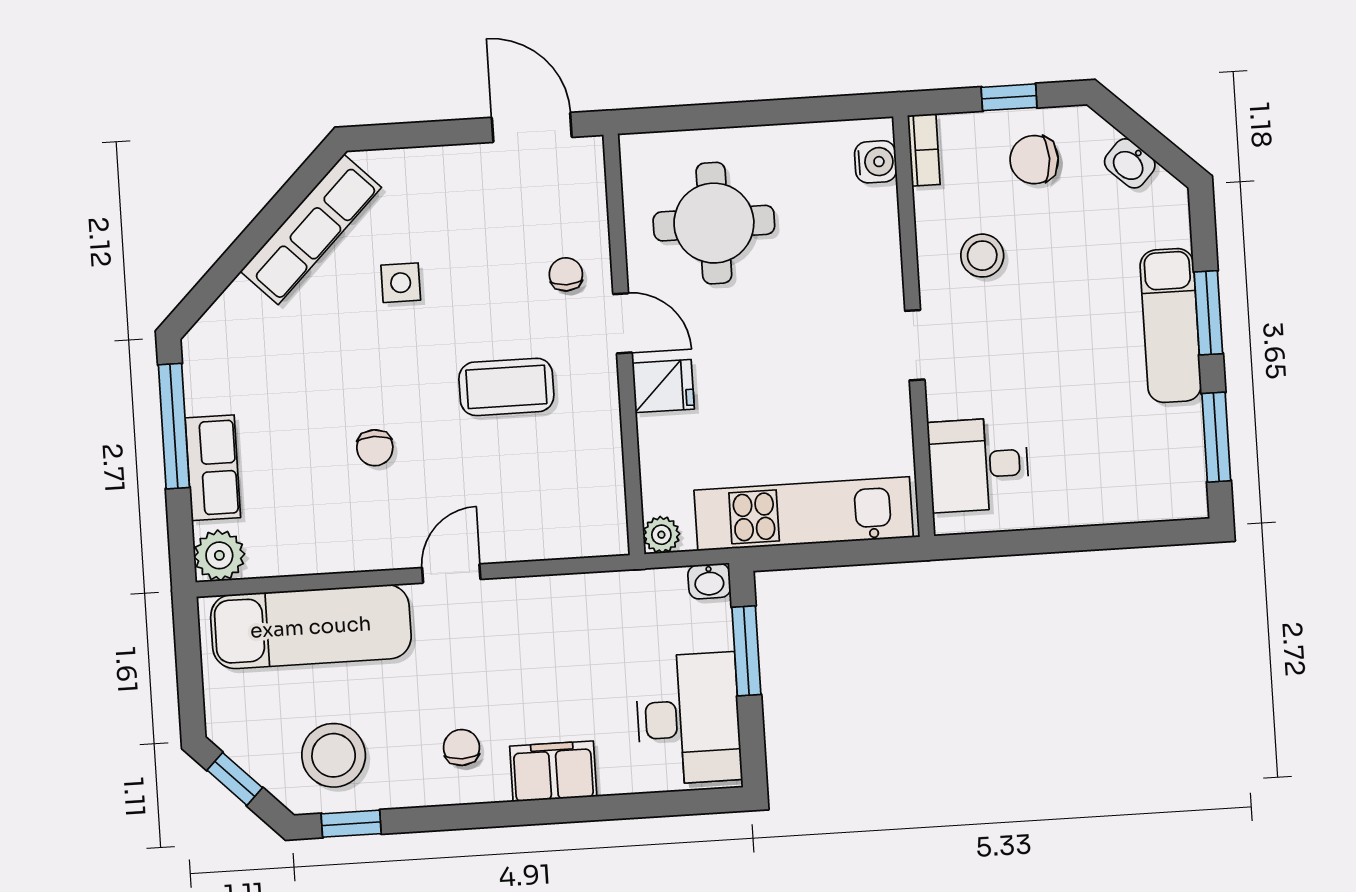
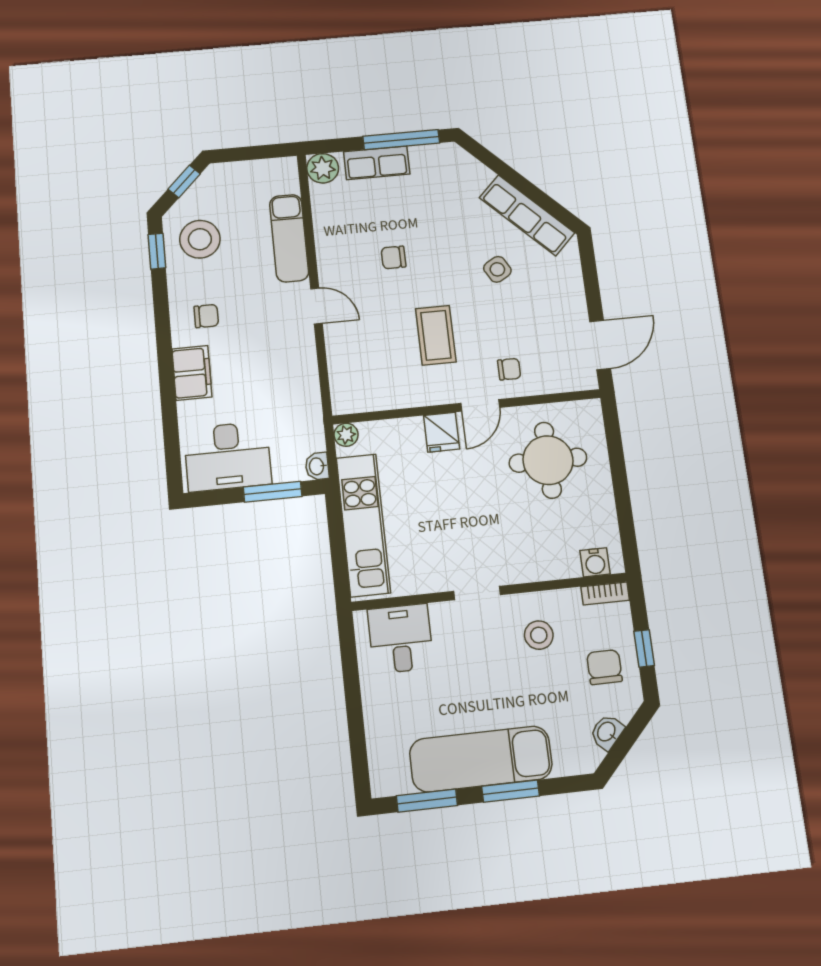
side table: (401, 283) -> (497, 269), turned -30
exam couch: (1171, 326) -> (481, 759), width x1.36, depth x1.45
exam couch: (311, 627) -> (289, 238), width x0.73, depth x0.69

